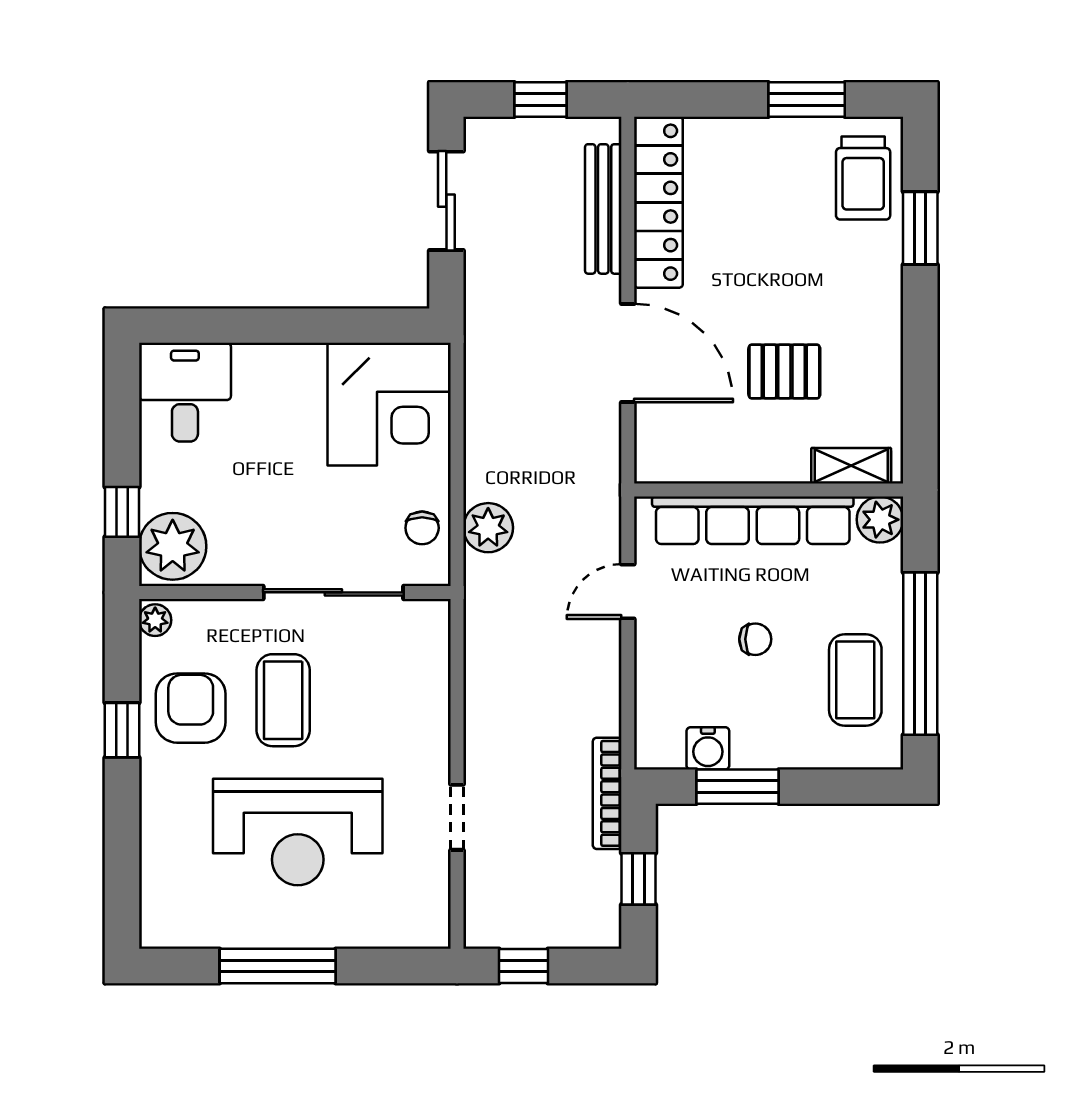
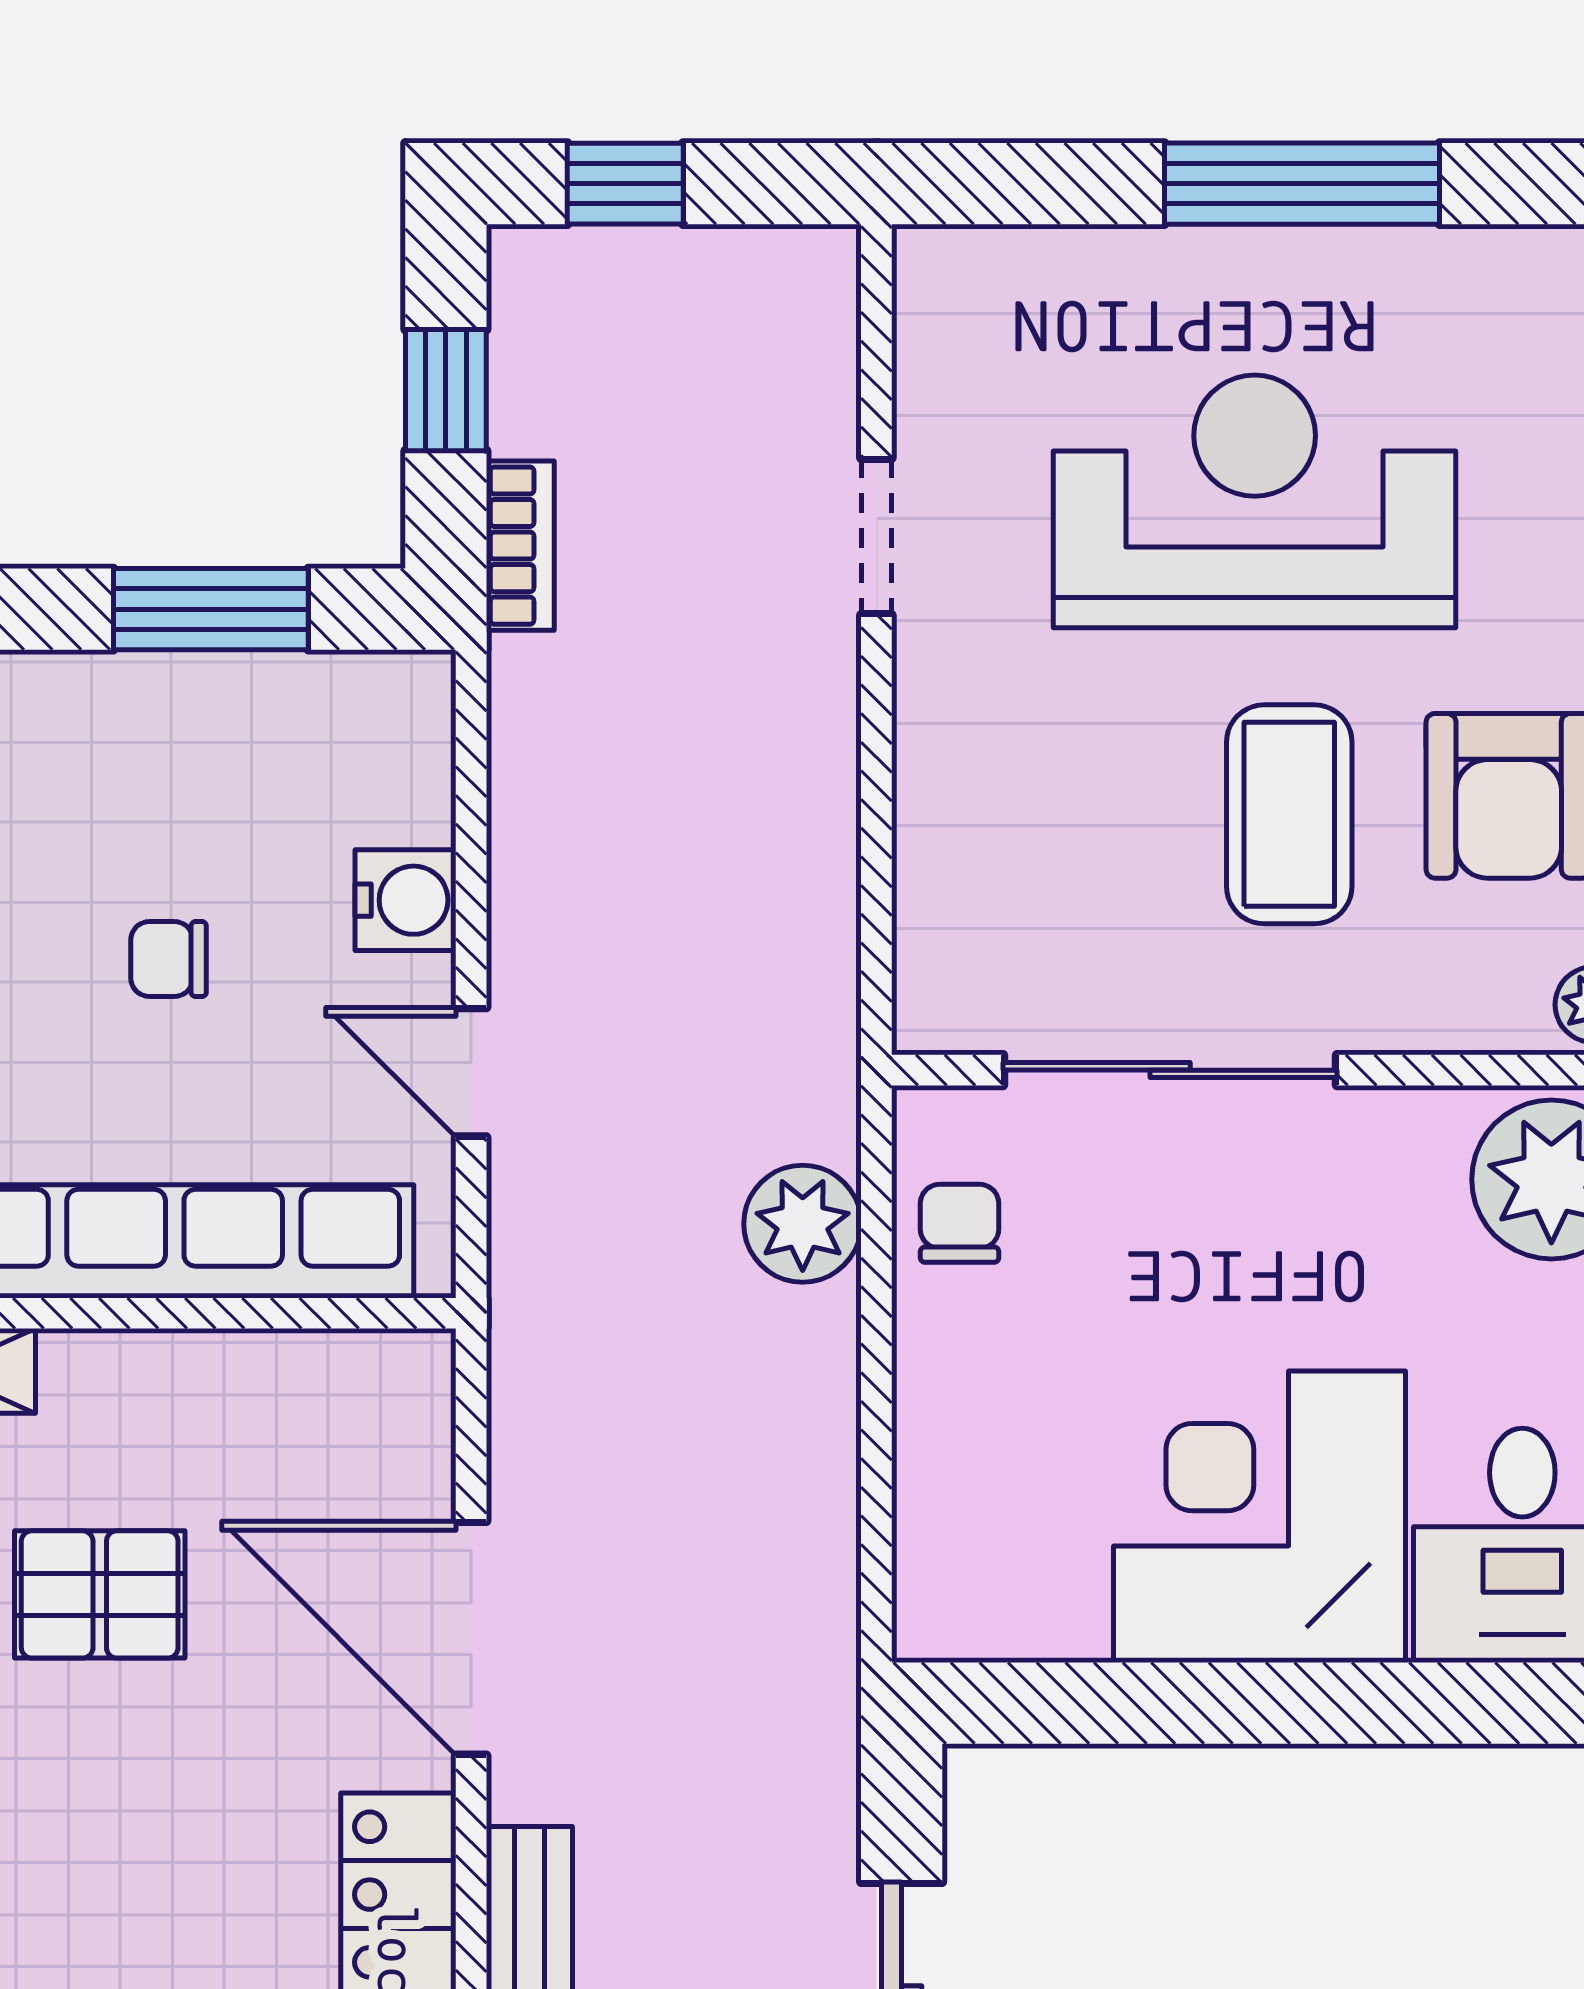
corner desk: (389, 404) -> (1259, 1517), moved
door: (628, 592) -> (471, 1072), swing flipped
water cooler: (708, 748) -> (405, 900), moved, turned 90
bookcase: (607, 793) -> (520, 546), width x0.64
window: (523, 966) -> (625, 184), moved

